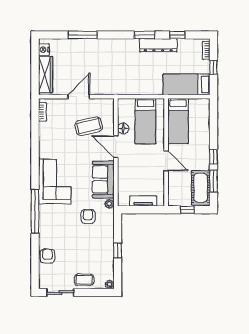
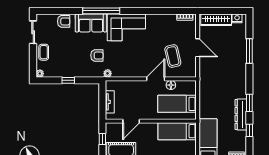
door: (166, 161) -> (131, 121), moved
sofa: (103, 180) -> (91, 23), moved, turned 180

